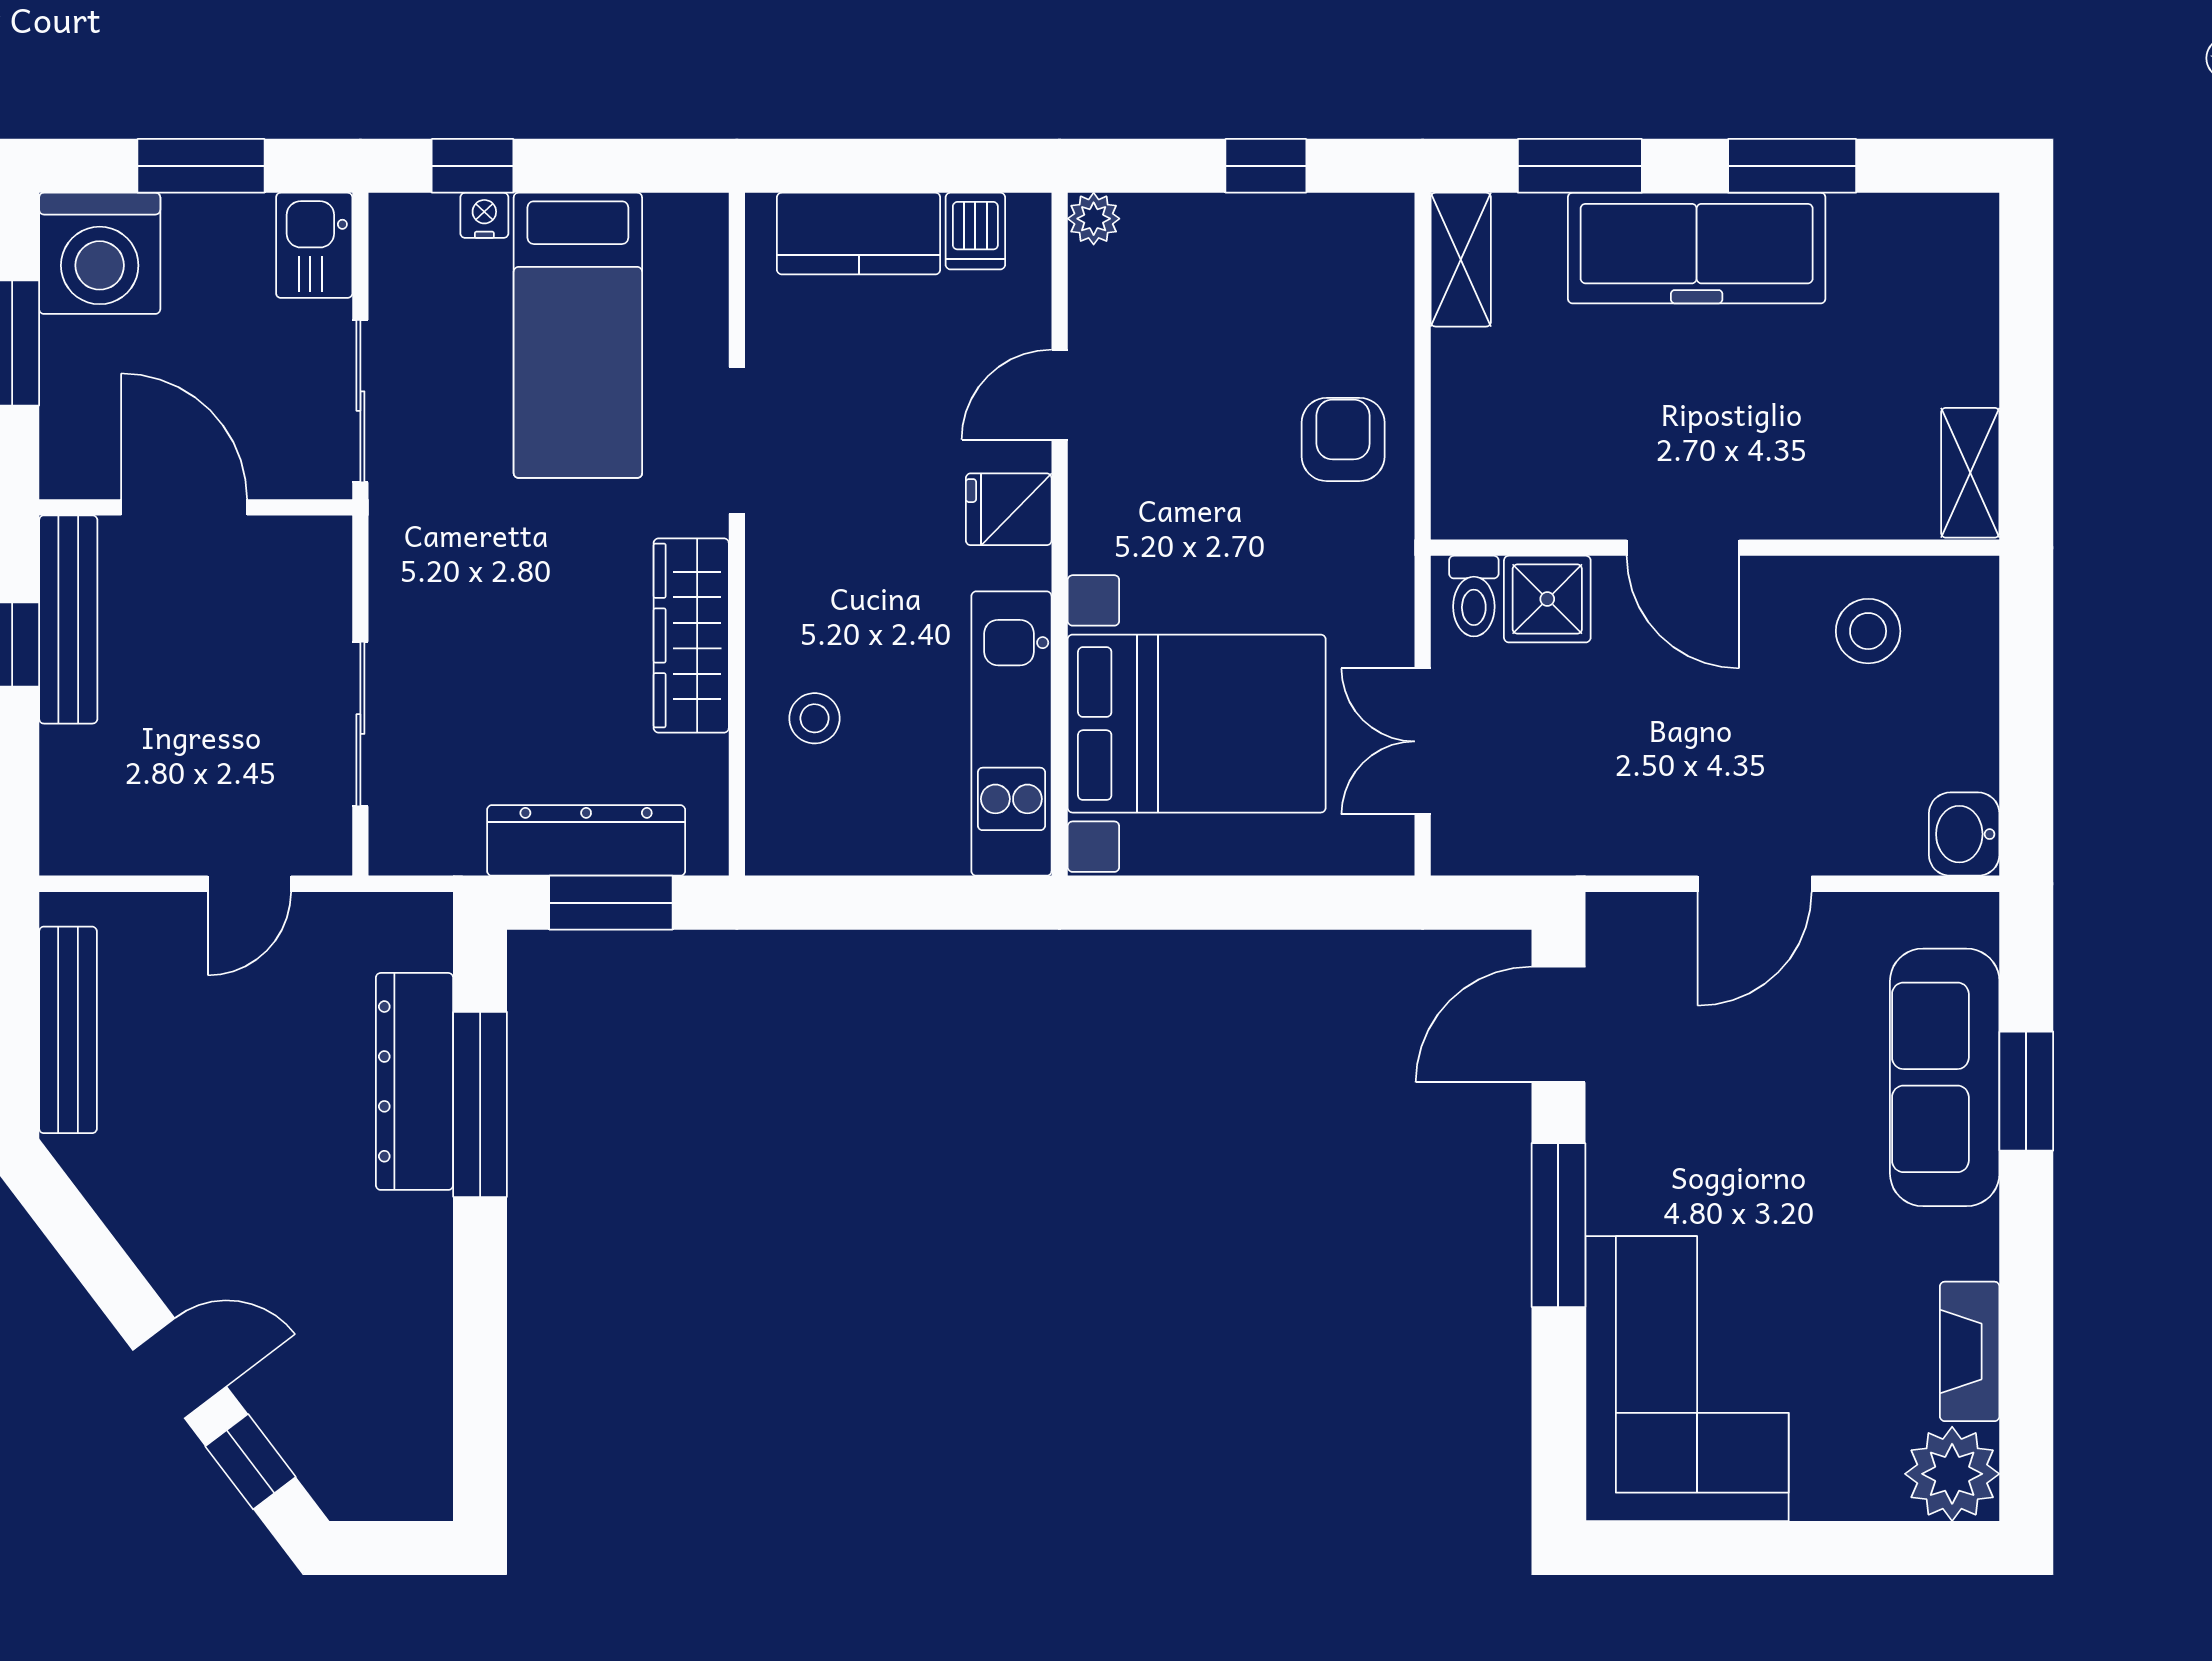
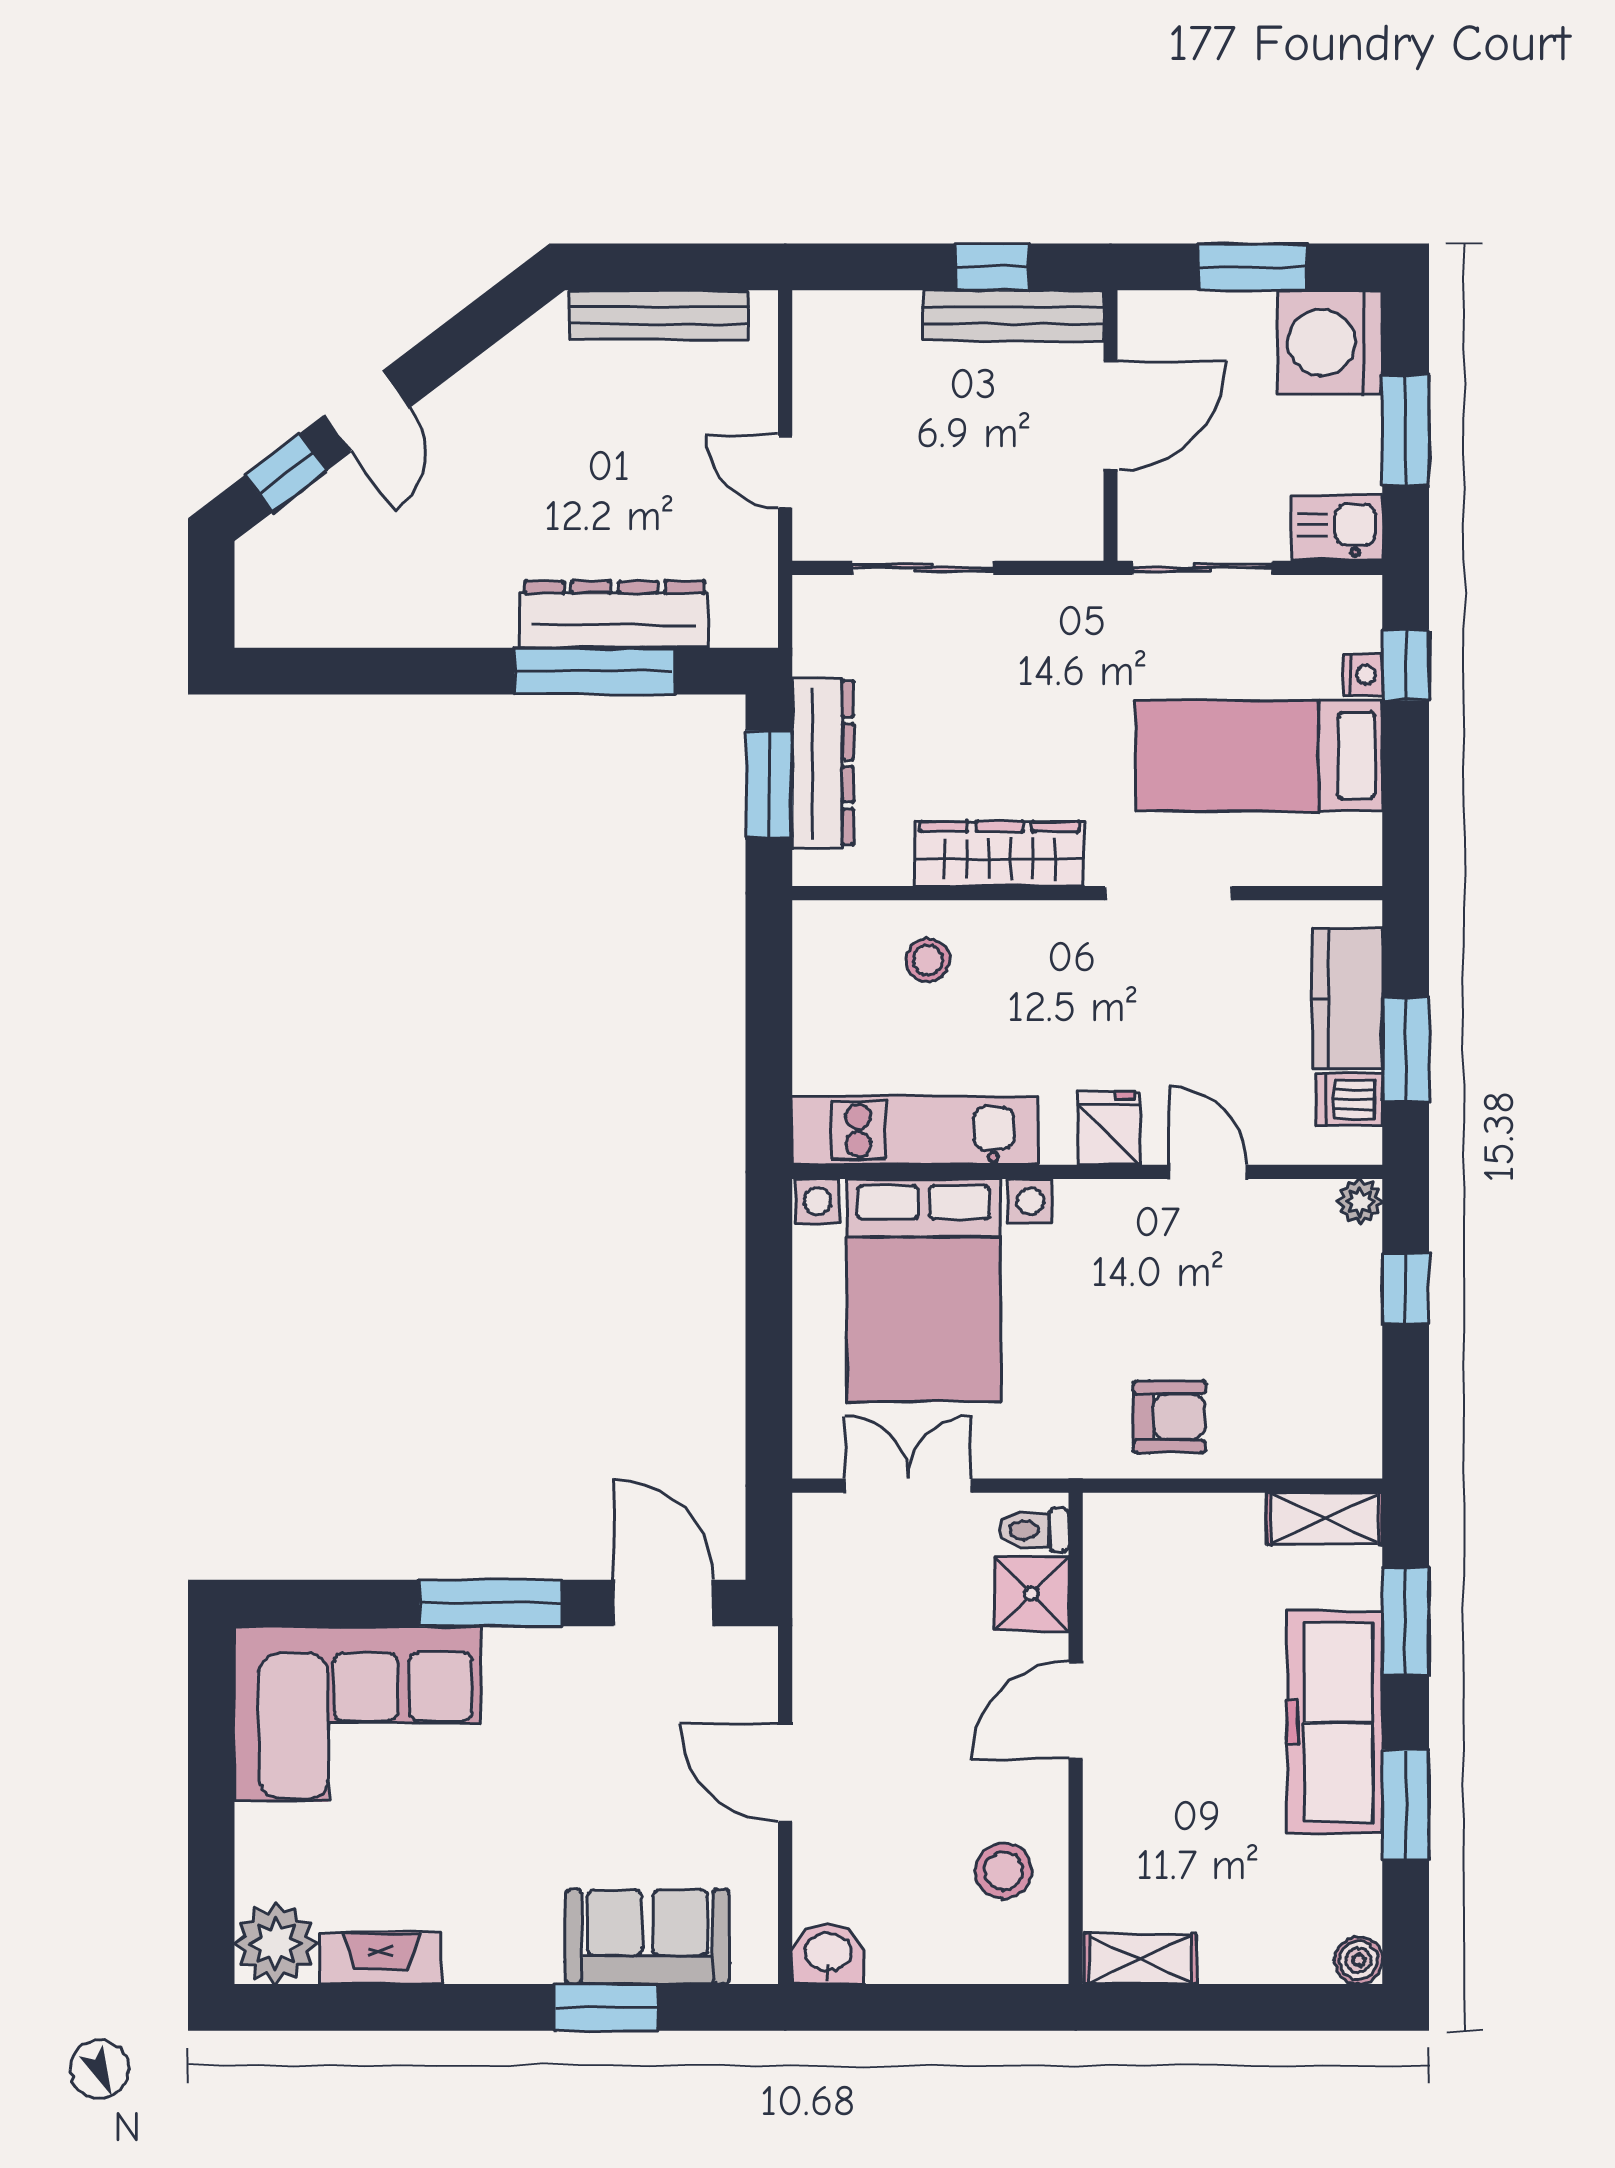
window: (918, 166) -> (1406, 1050), added
window: (1266, 166) -> (1406, 1289), moved
boiler: (1972, 220) -> (1359, 1960), added
sofa: (1945, 1077) -> (647, 1937), width x0.73

